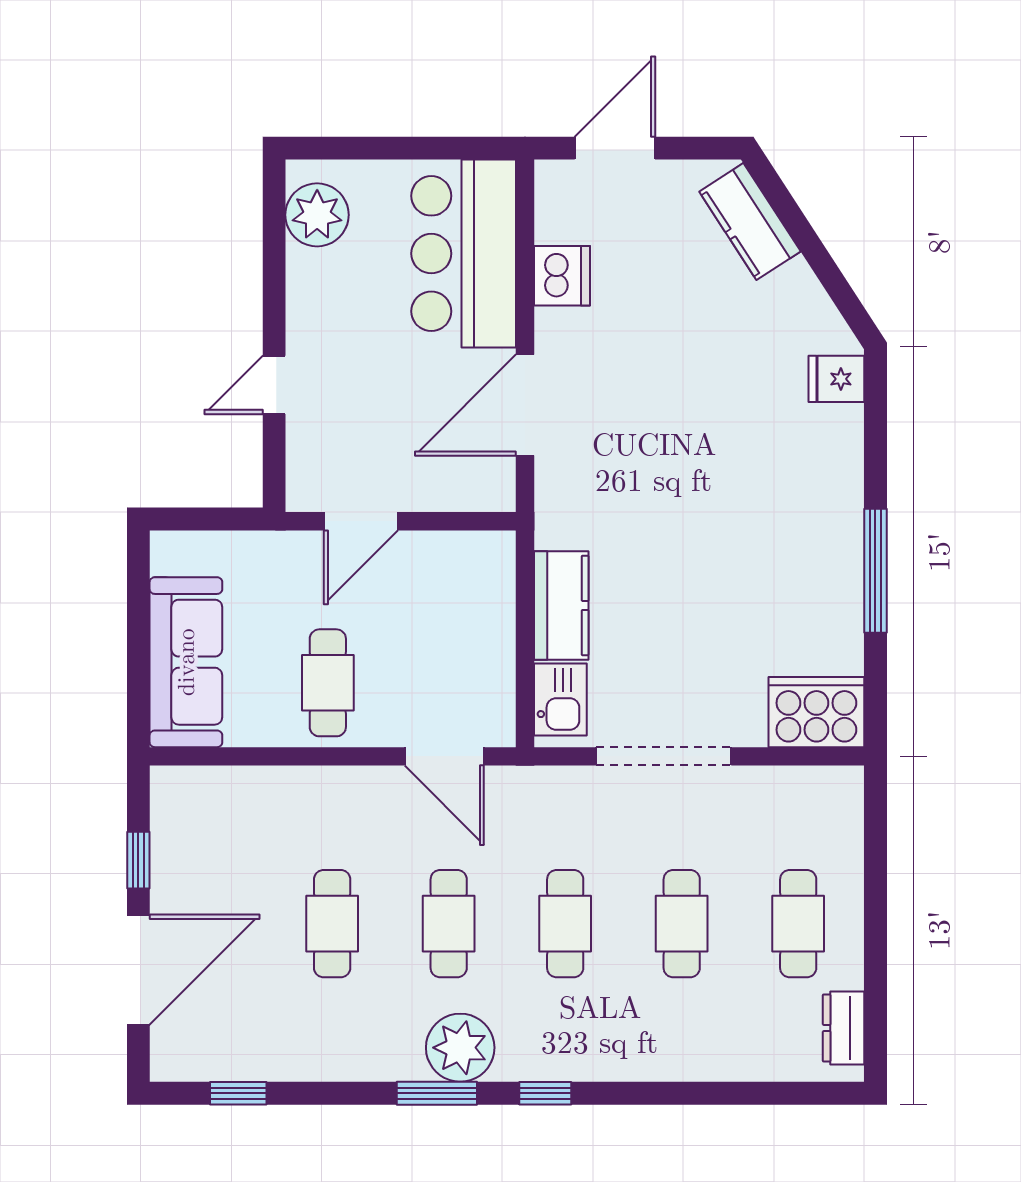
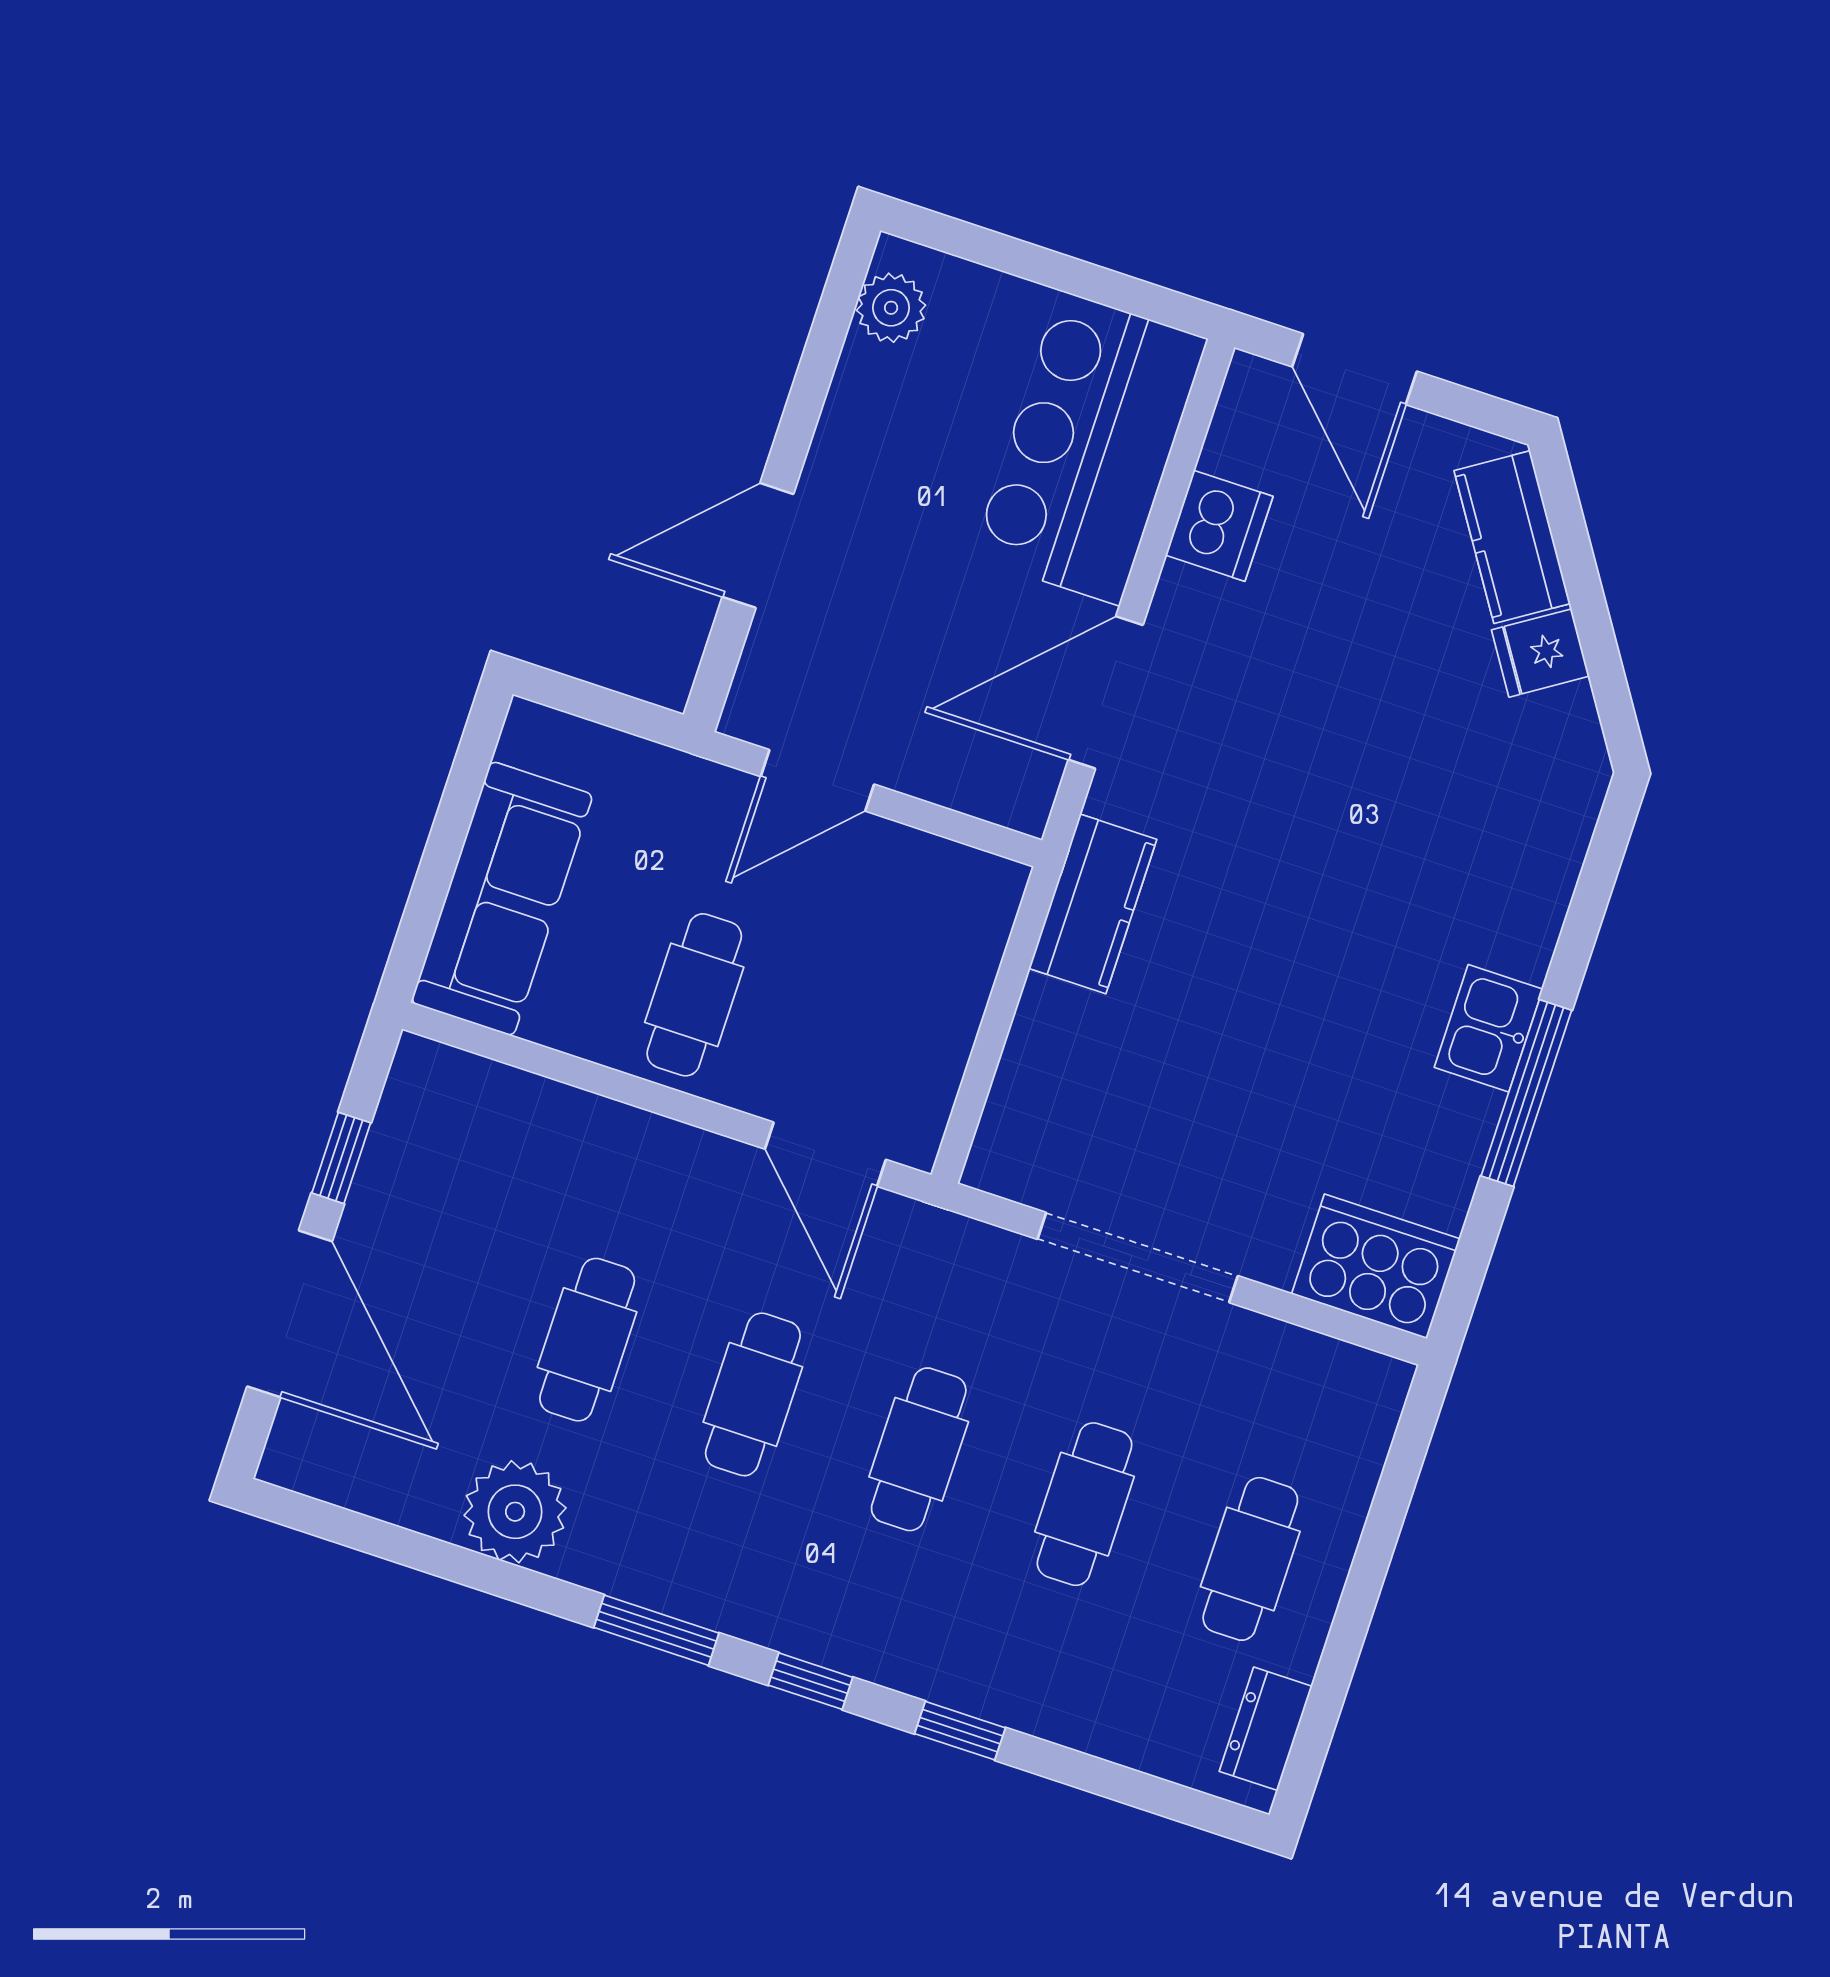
door: (615, 148) -> (1354, 369), swing flipped
plant: (317, 215) -> (891, 308), width x0.73, depth x0.73
fridge: (836, 379) -> (1540, 653), moved, turned -33
door: (274, 385) -> (758, 545), width x1.38
kitchen counter: (561, 605) -> (1093, 904), moved
kitchen sink: (560, 700) -> (1489, 1028), moved, turned 180
door: (138, 970) -> (290, 1314), hinge flipped
plant: (460, 1048) -> (515, 1512), moved
window: (238, 1093) -> (960, 1731), moved

